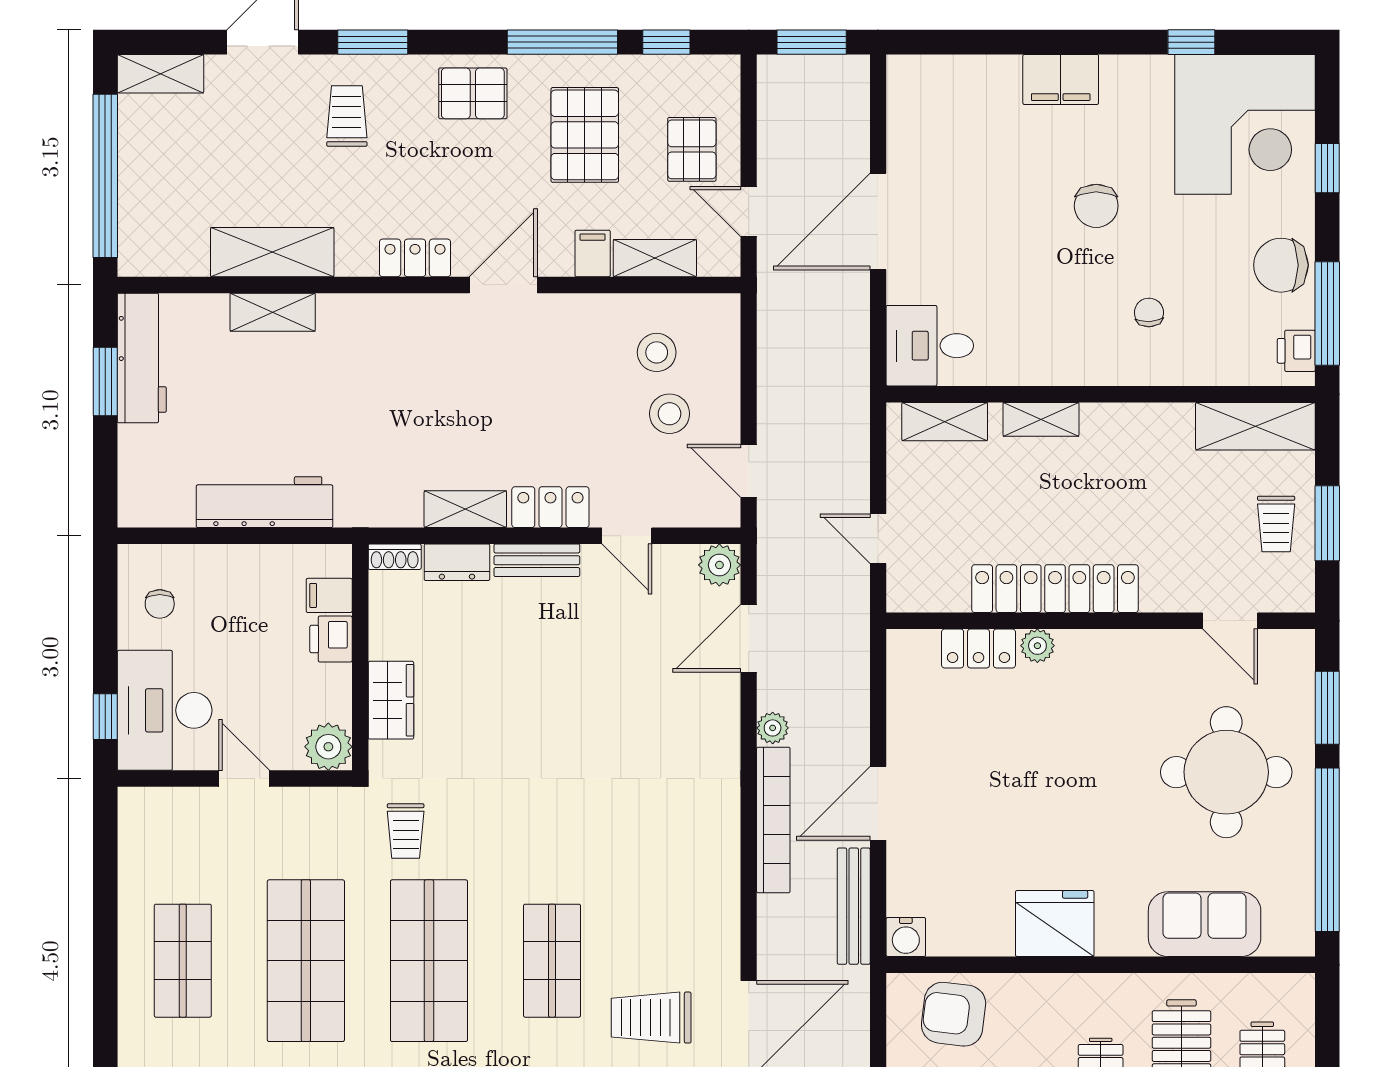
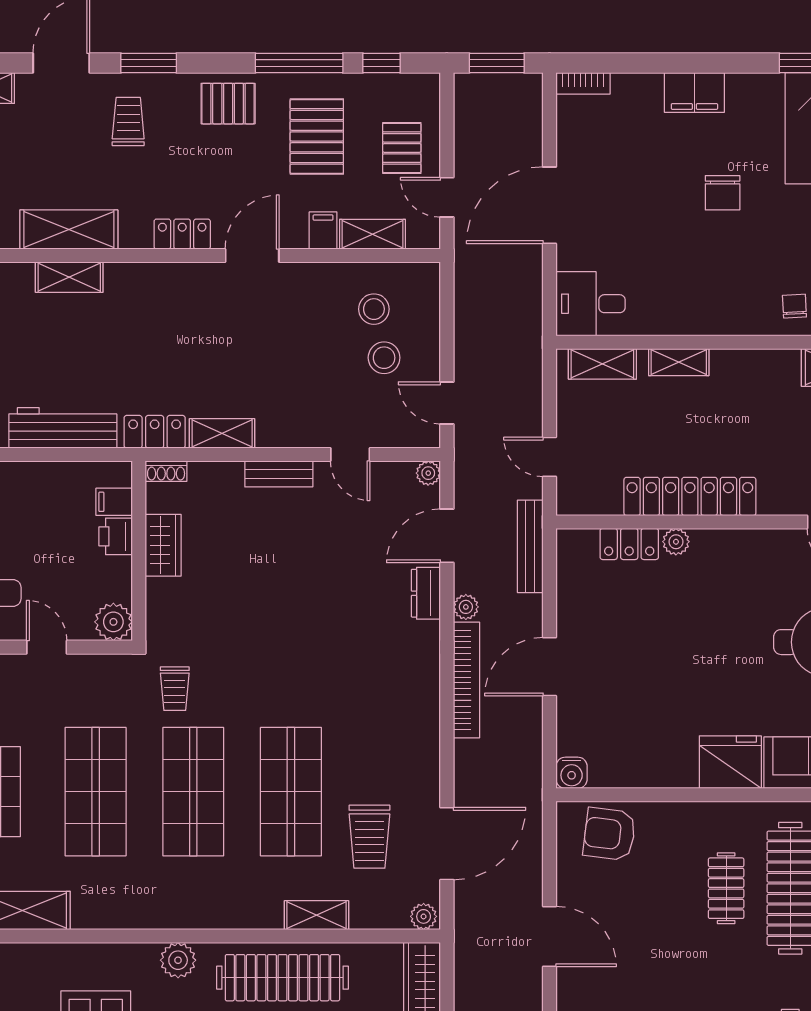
bookcase: (920, 68) -> (583, 83), added
chair: (1149, 312) -> (794, 306), moved
locker: (550, 507) -> (155, 432), moved
dresser: (457, 562) -> (426, 593), moved, turned 90
plant: (719, 565) -> (428, 473), width x0.73, depth x0.73
wardrobe: (391, 700) -> (163, 545), moved
bench: (854, 906) -> (530, 546), moved
fridge: (1055, 924) -> (730, 762), moved
shop shelf: (552, 961) -> (291, 792), width x1.43, depth x1.36
trolley: (651, 1018) -> (369, 837), turned -90

